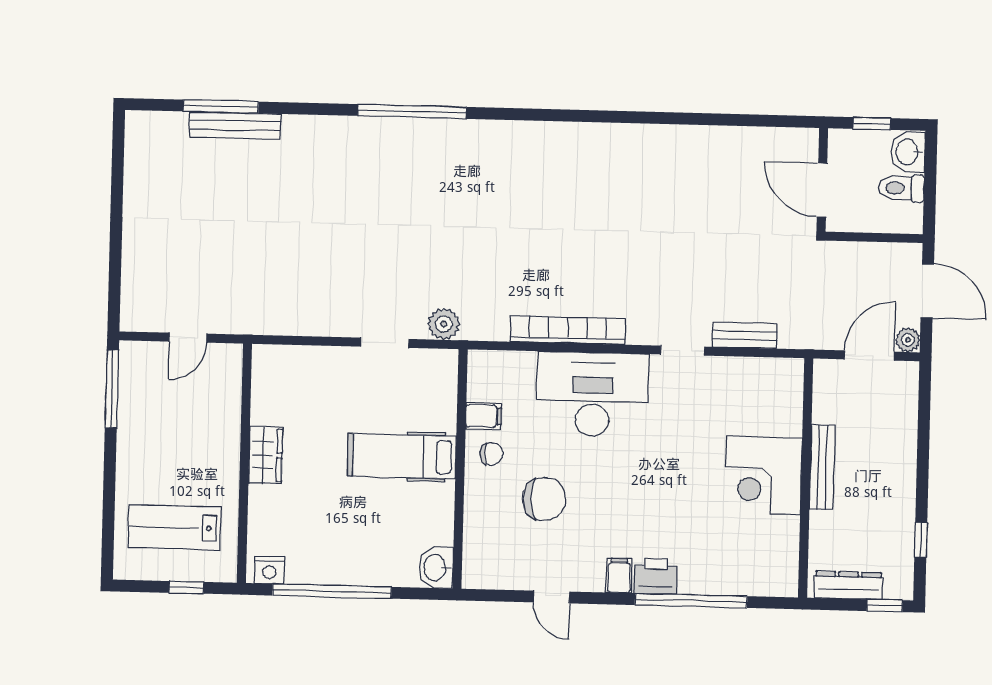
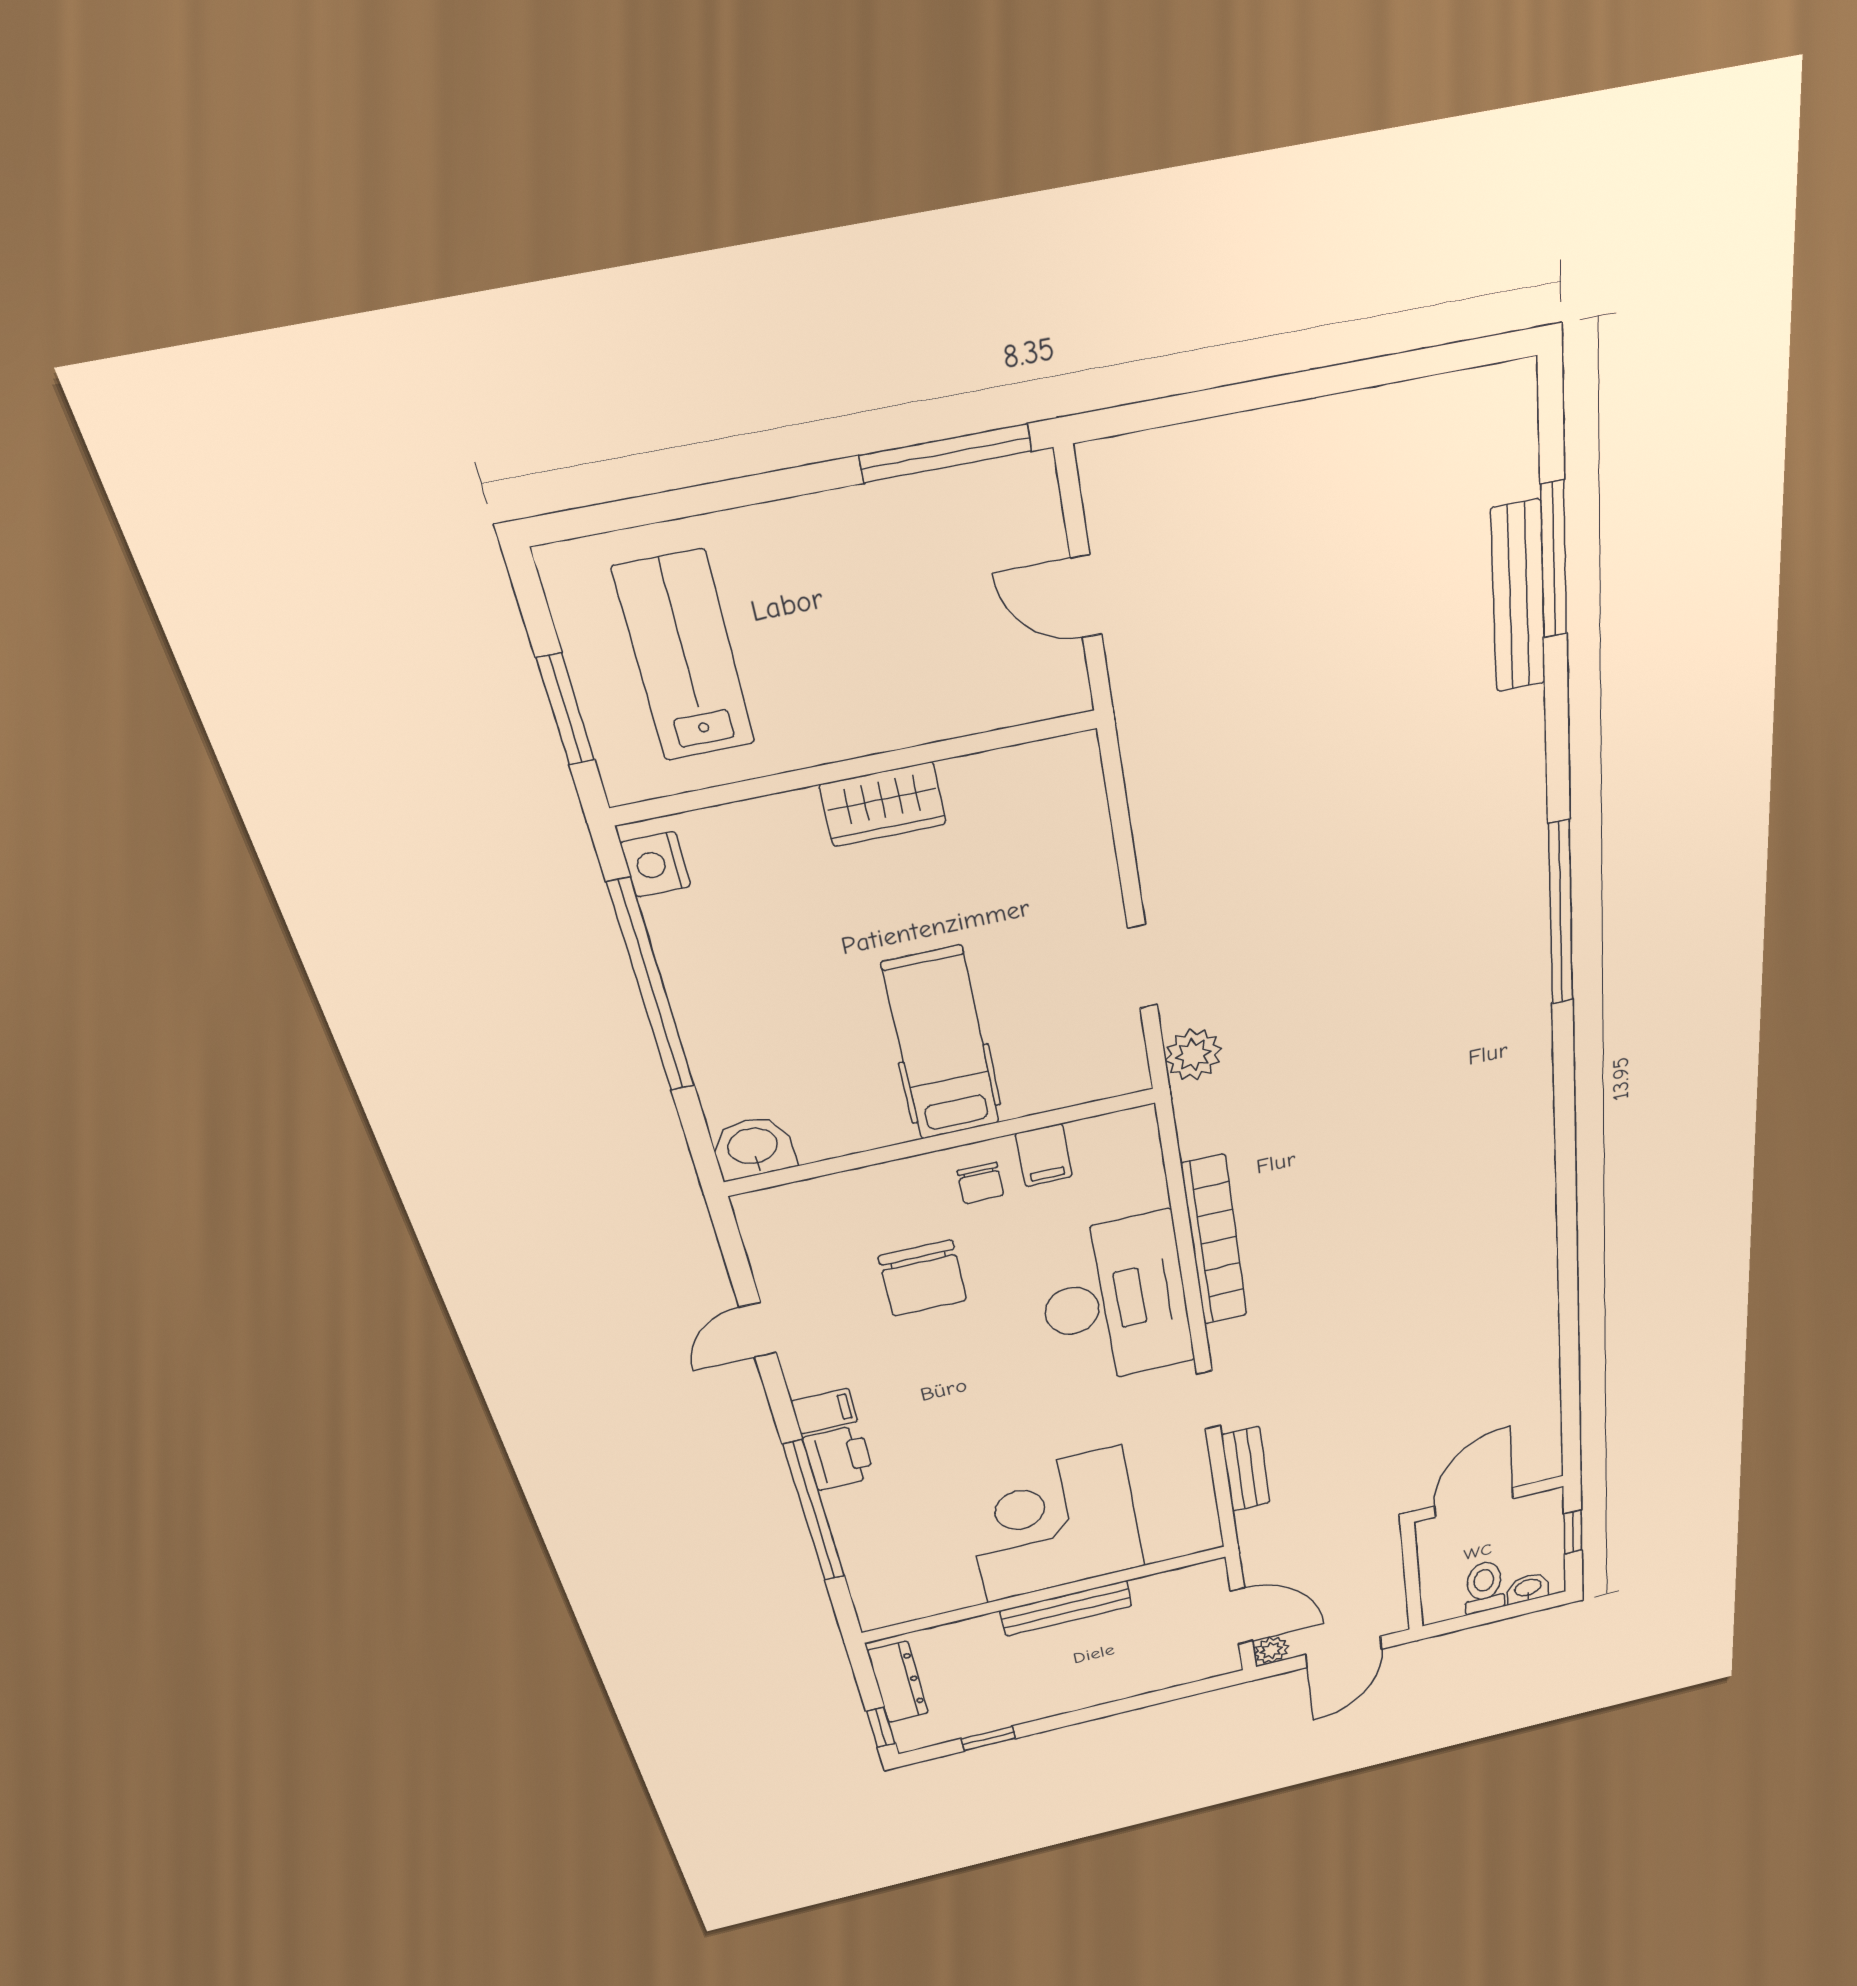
washbasin: (908, 152) -> (1528, 1588), width x0.72, depth x0.69
corner desk: (763, 476) -> (1054, 1525), width x1.36, depth x1.36
window: (186, 587) -> (565, 709), width x1.50

